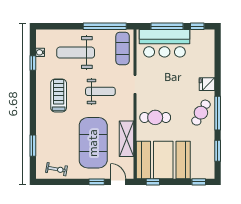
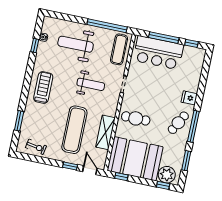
treadmill: (59, 95) -> (43, 87), moved
exercise mat: (93, 143) -> (74, 130), width x0.68
plant: (200, 170) -> (167, 175), added

